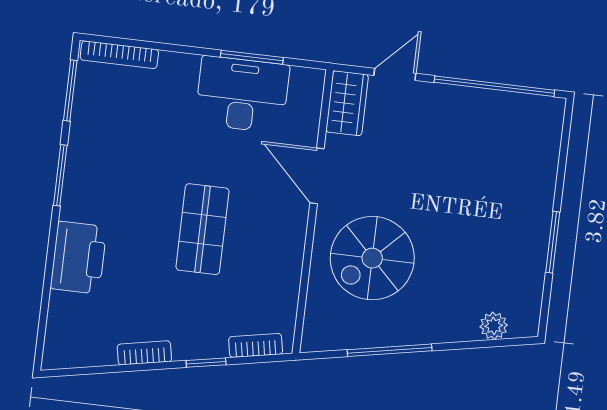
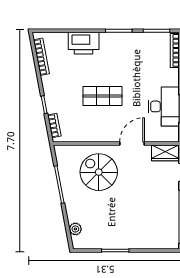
bookcase: (144, 353) -> (41, 57), moved, width x1.56

